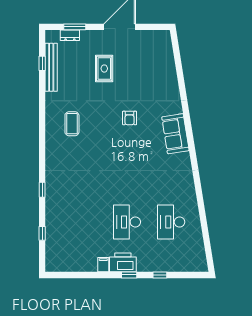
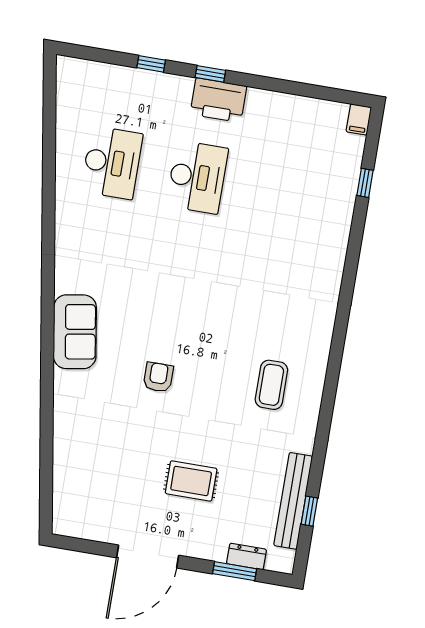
rug: (104, 69) -> (191, 481), turned 90
window: (42, 190) -> (351, 267), removed
filing cabinet: (103, 265) -> (359, 119), moved

